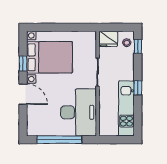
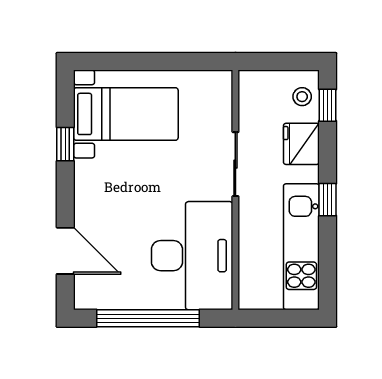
fridge: (108, 39) -> (301, 144), moved, turned 90
bed with nightstands: (50, 57) -> (126, 114), width x0.73
door: (23, 94) -> (65, 251), moved

